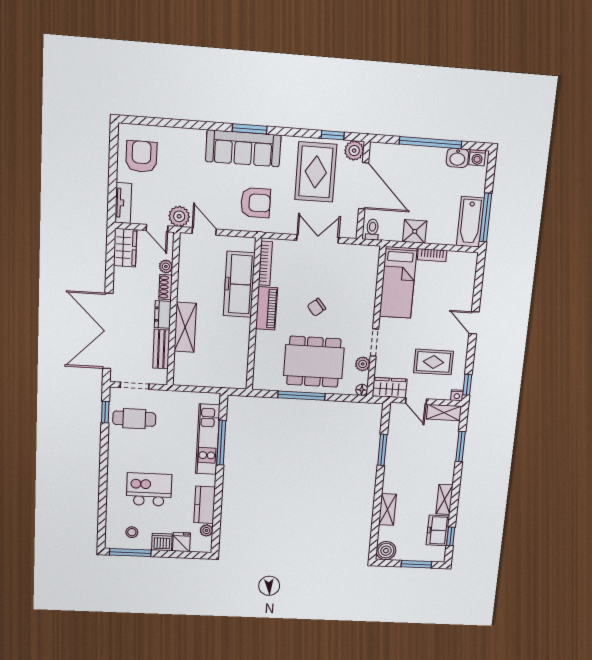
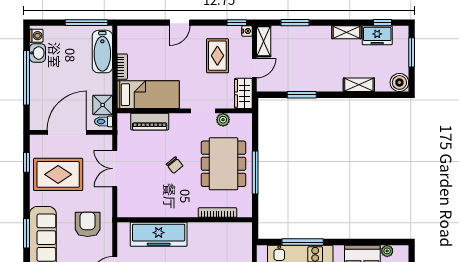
plant: (354, 151) -> (38, 143), removed
bathtub: (470, 222) -> (102, 52), moved, turned 90
shower: (415, 231) -> (103, 105), moved
bookcase: (265, 263) -> (218, 213), moved
piano: (267, 308) -> (150, 122), moved, turned 180
floor lamp: (362, 390) -> (247, 118), removed

